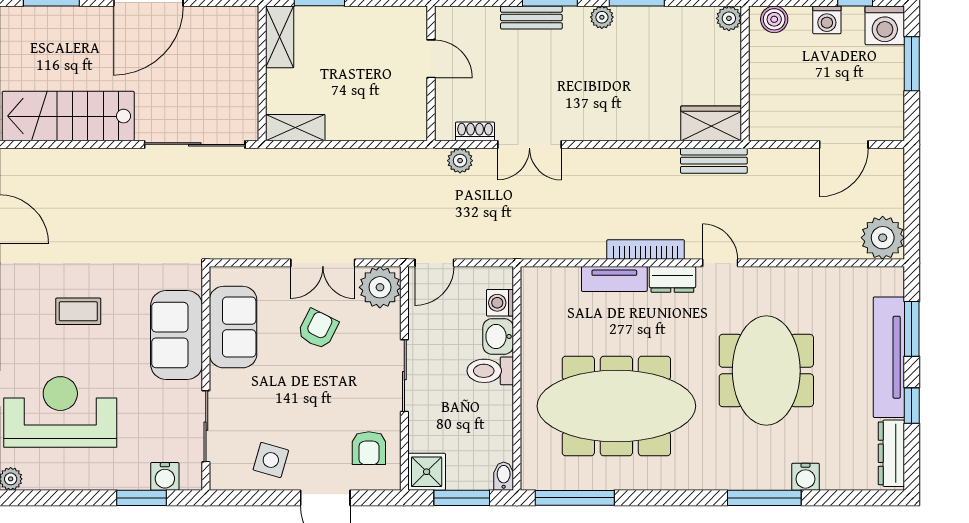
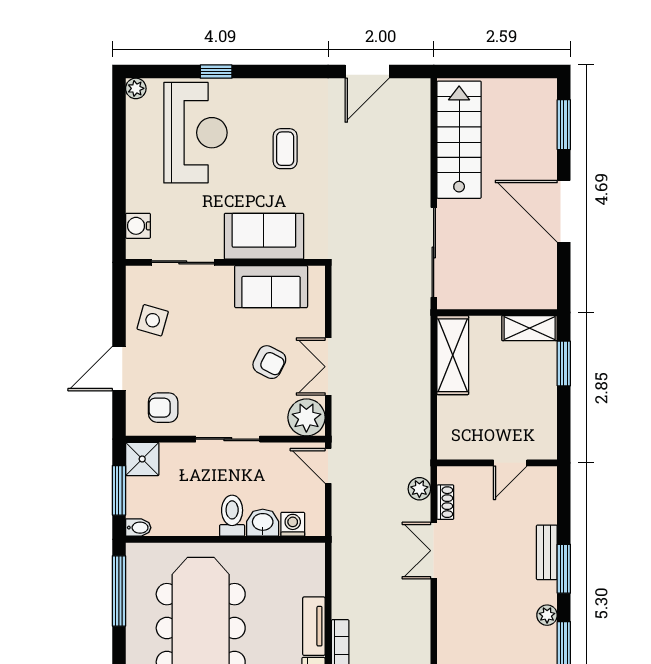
shelving: (295, 128) -> (453, 355), width x1.50, depth x1.33
window: (141, 498) -> (119, 205), removed

